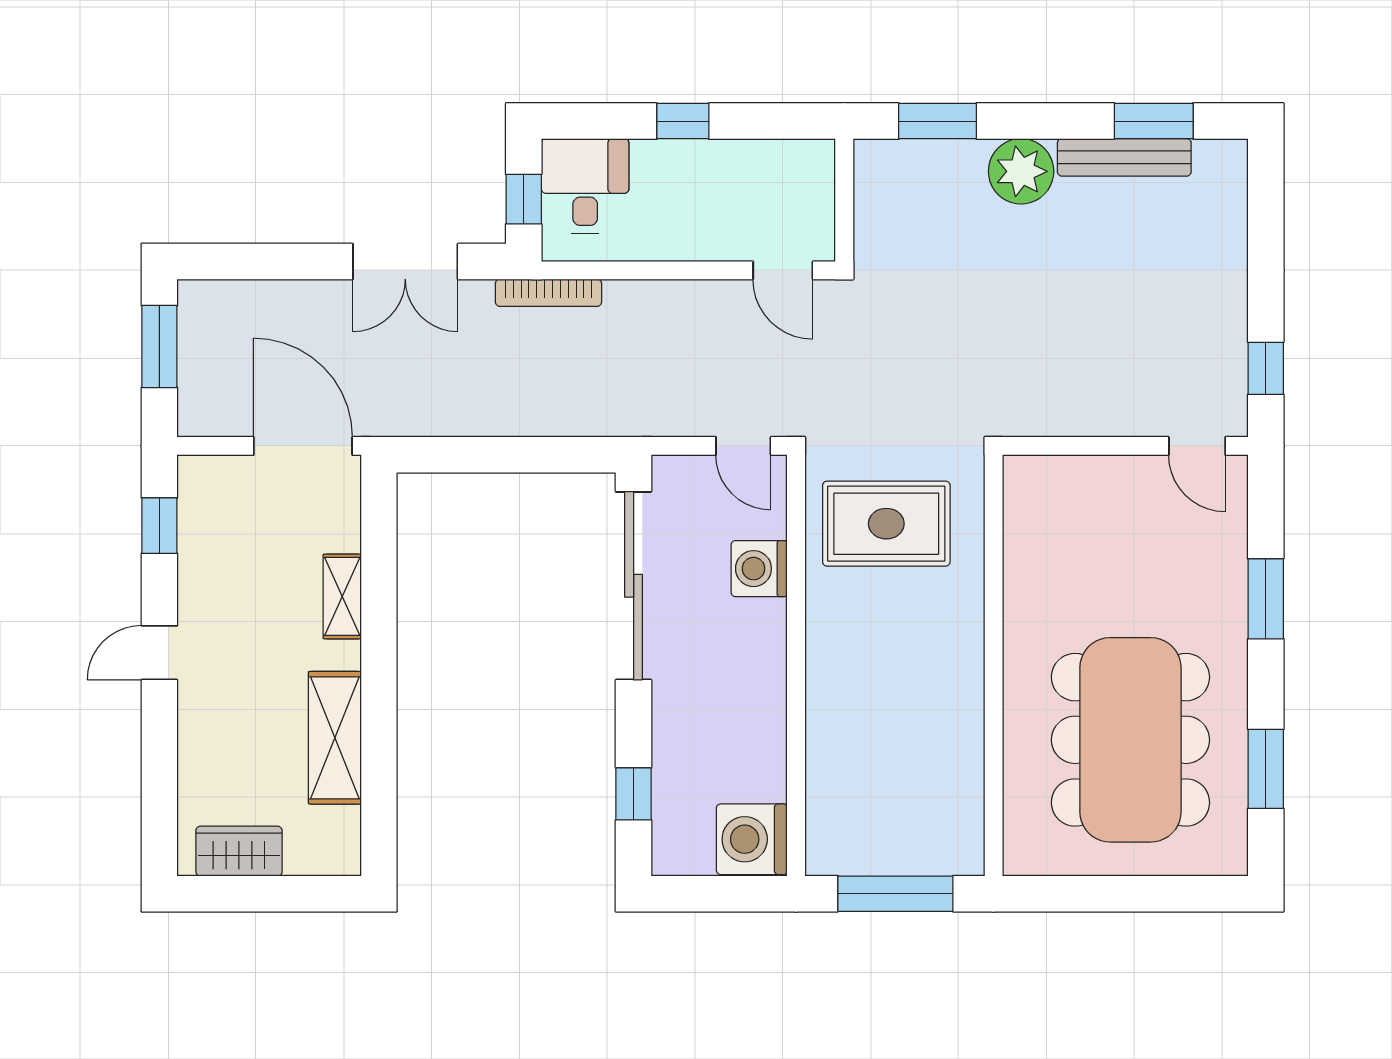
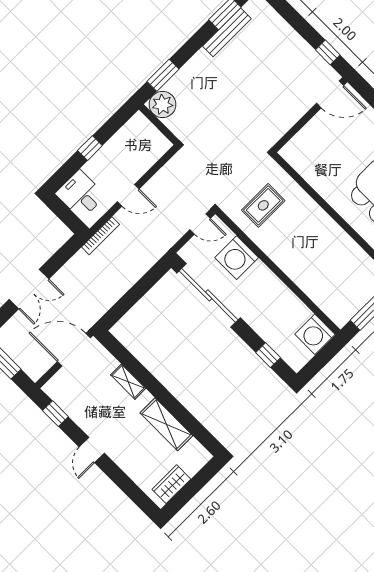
plant: (1021, 171) -> (162, 105), moved
window: (524, 199) -> (67, 216), removed
double door: (405, 262) -> (29, 289), moved
door: (783, 270) -> (128, 195), moved
door: (1197, 446) -> (330, 94), width x1.38
rug: (886, 524) -> (263, 205), width x0.73, depth x0.70
washing machine: (759, 569) -> (237, 258), width x1.37, depth x1.37

